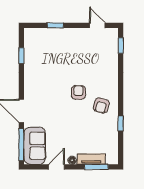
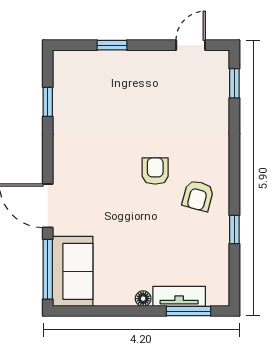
door: (97, 25) -> (191, 45), hinge flipped
door: (56, 167) -> (114, 311), removed

